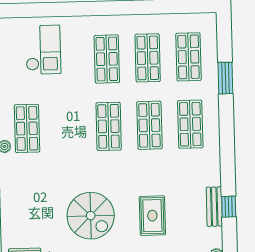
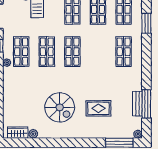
shop shelf: (149, 125) -> (47, 52), moved
window: (229, 207) -> (146, 104), width x2.17
rug: (152, 216) -> (98, 108), turned 90

